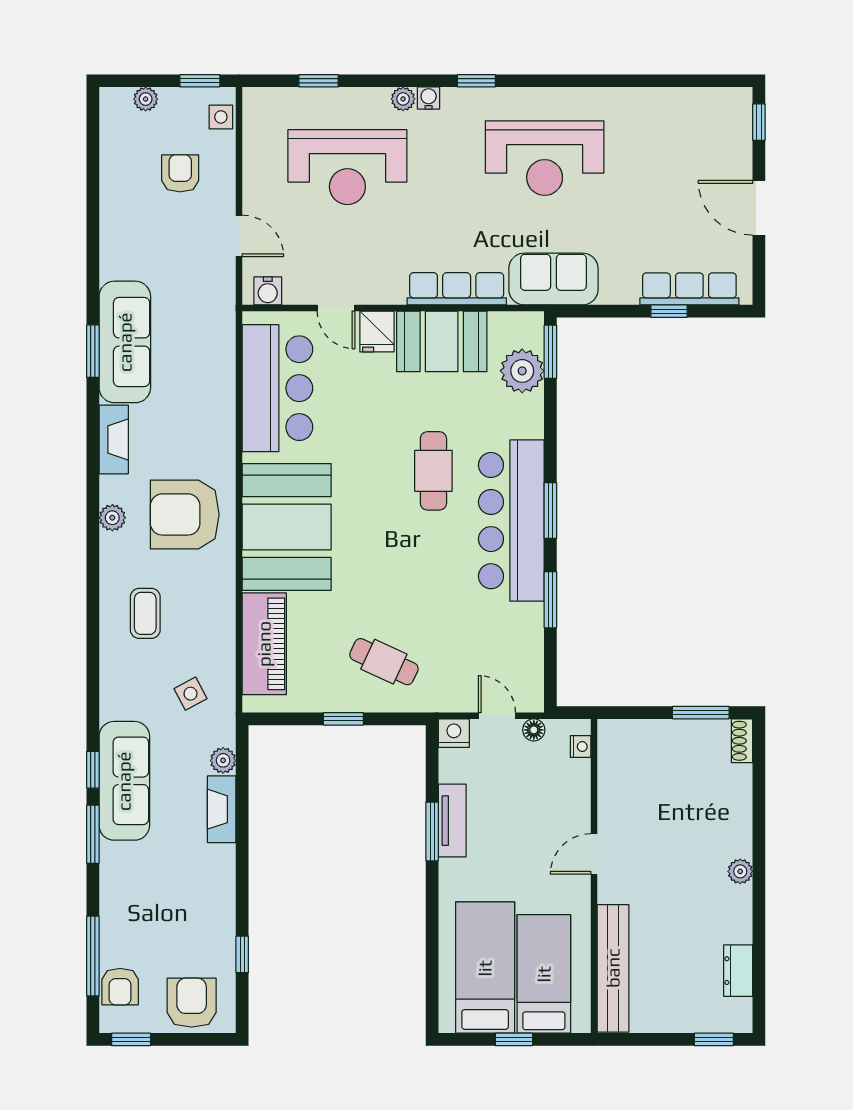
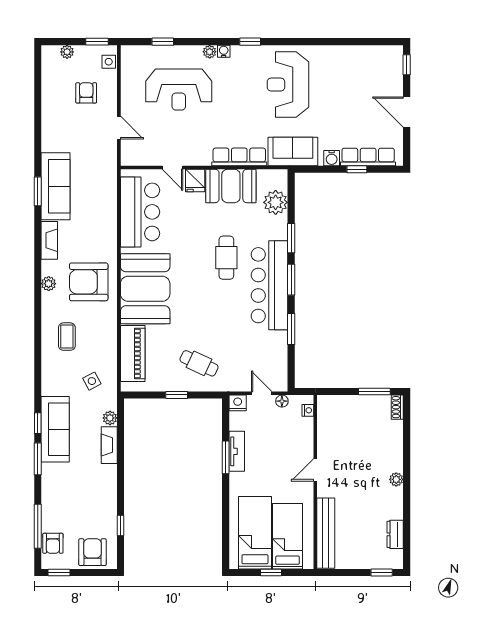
reception desk: (545, 158) -> (288, 85), turned 90
water cooler: (268, 291) -> (332, 158), moved
window: (550, 352) -> (291, 238), moved

